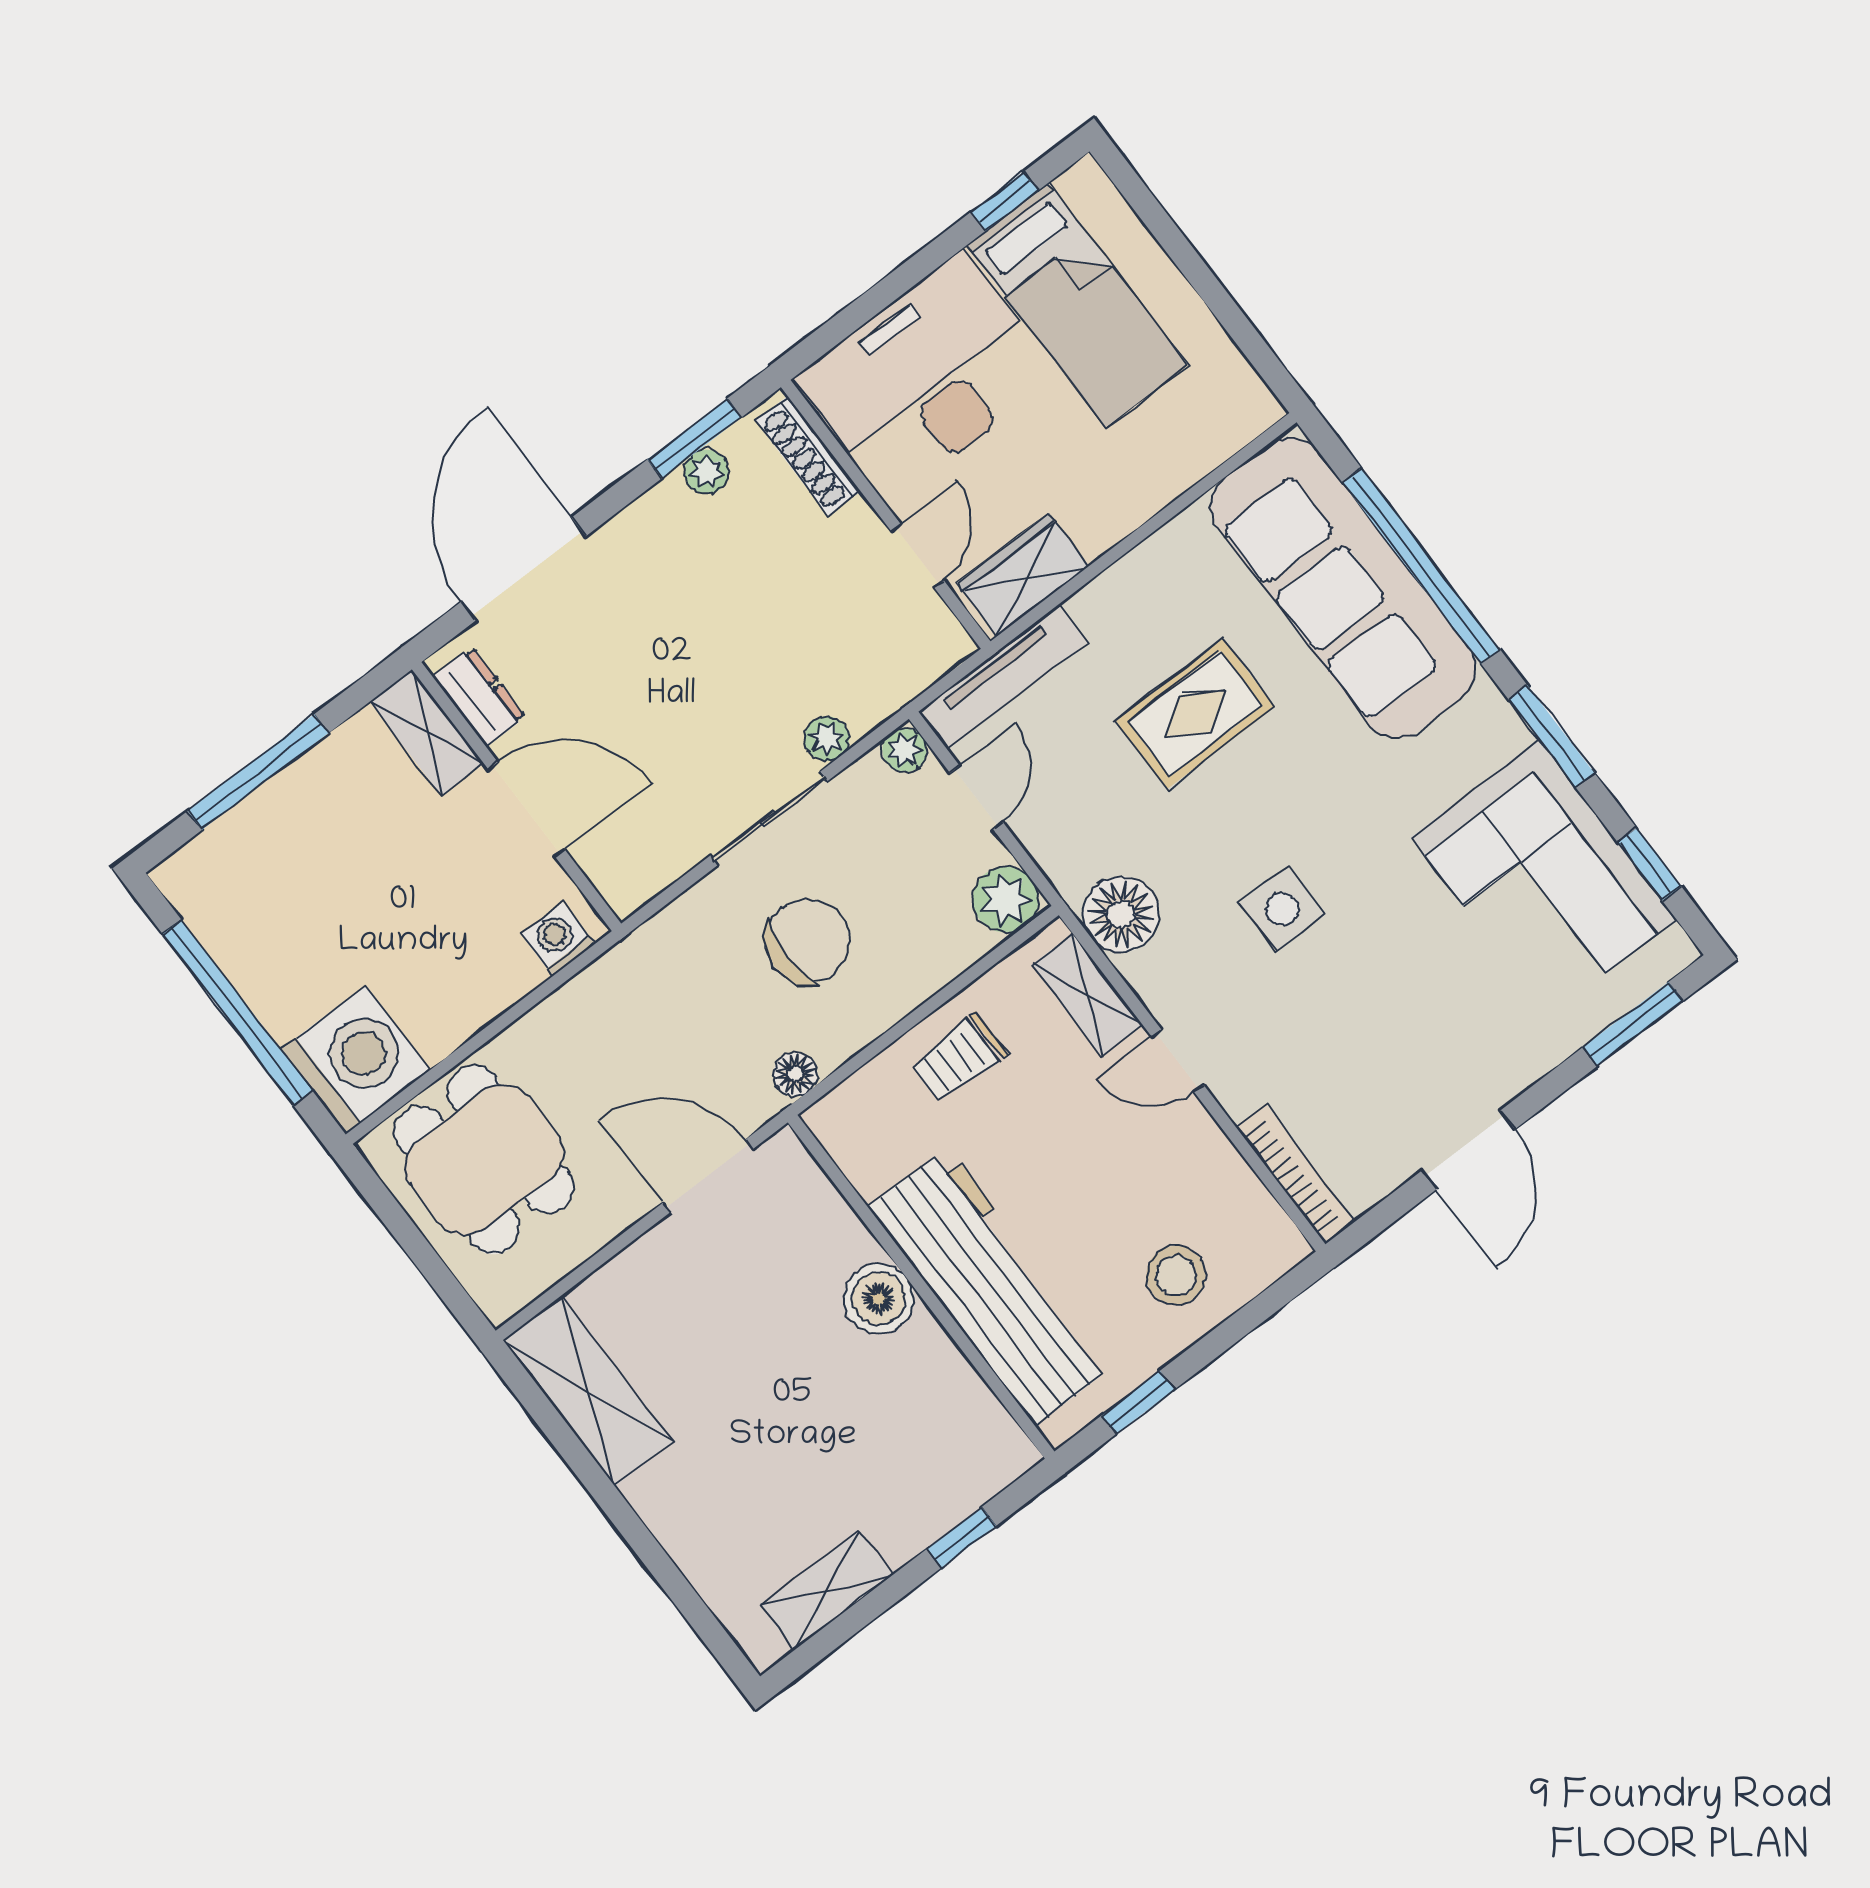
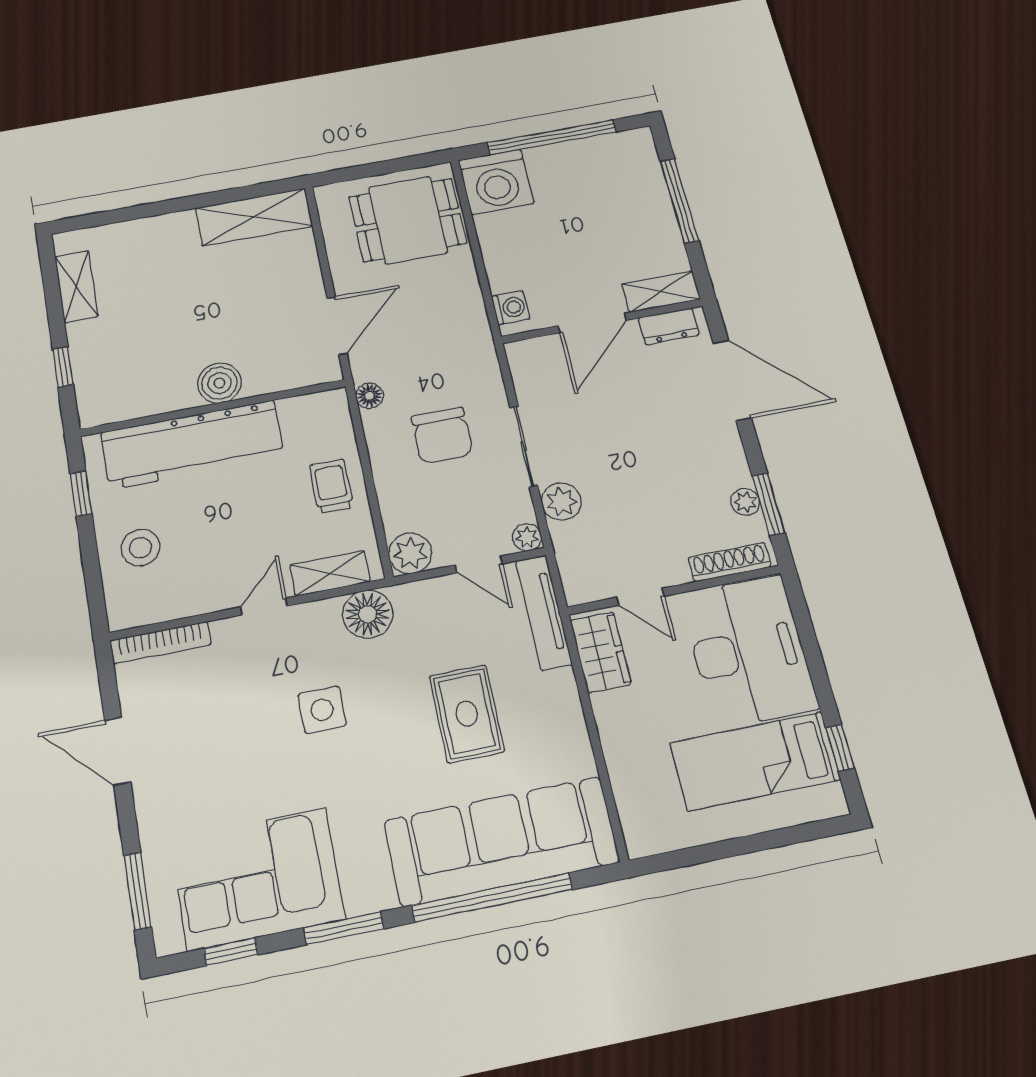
plant: (827, 739) -> (561, 502), width x1.38, depth x1.38

